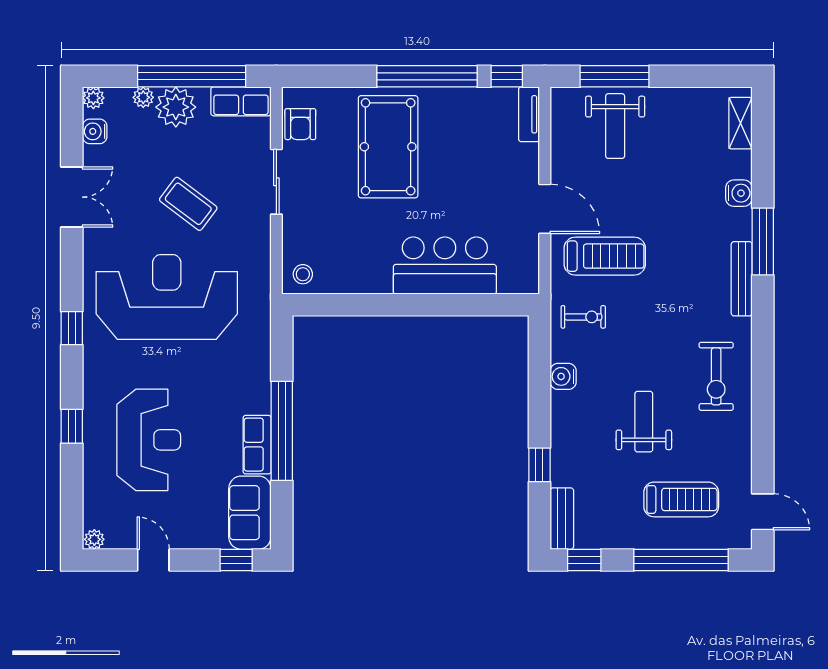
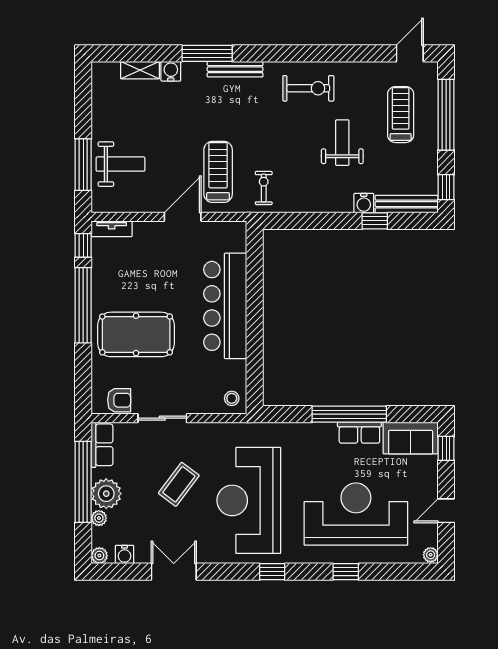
shelving: (740, 123) -> (140, 70), moved
bar counter: (445, 266) -> (225, 306), width x1.36
water cooler: (563, 376) -> (364, 203), moved
weight bench: (644, 422) -> (342, 143), turned 90
reception desk: (149, 440) -> (356, 514), width x1.36, depth x1.30
bench: (562, 519) -> (407, 204), width x1.36

